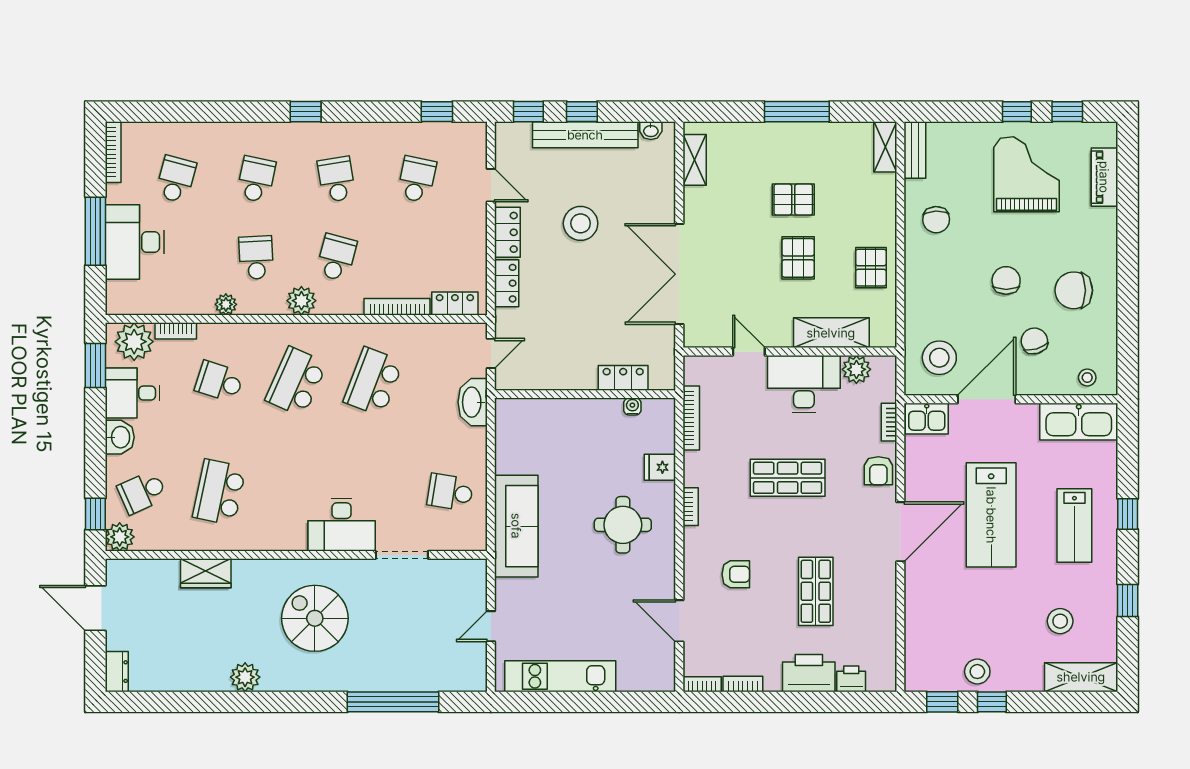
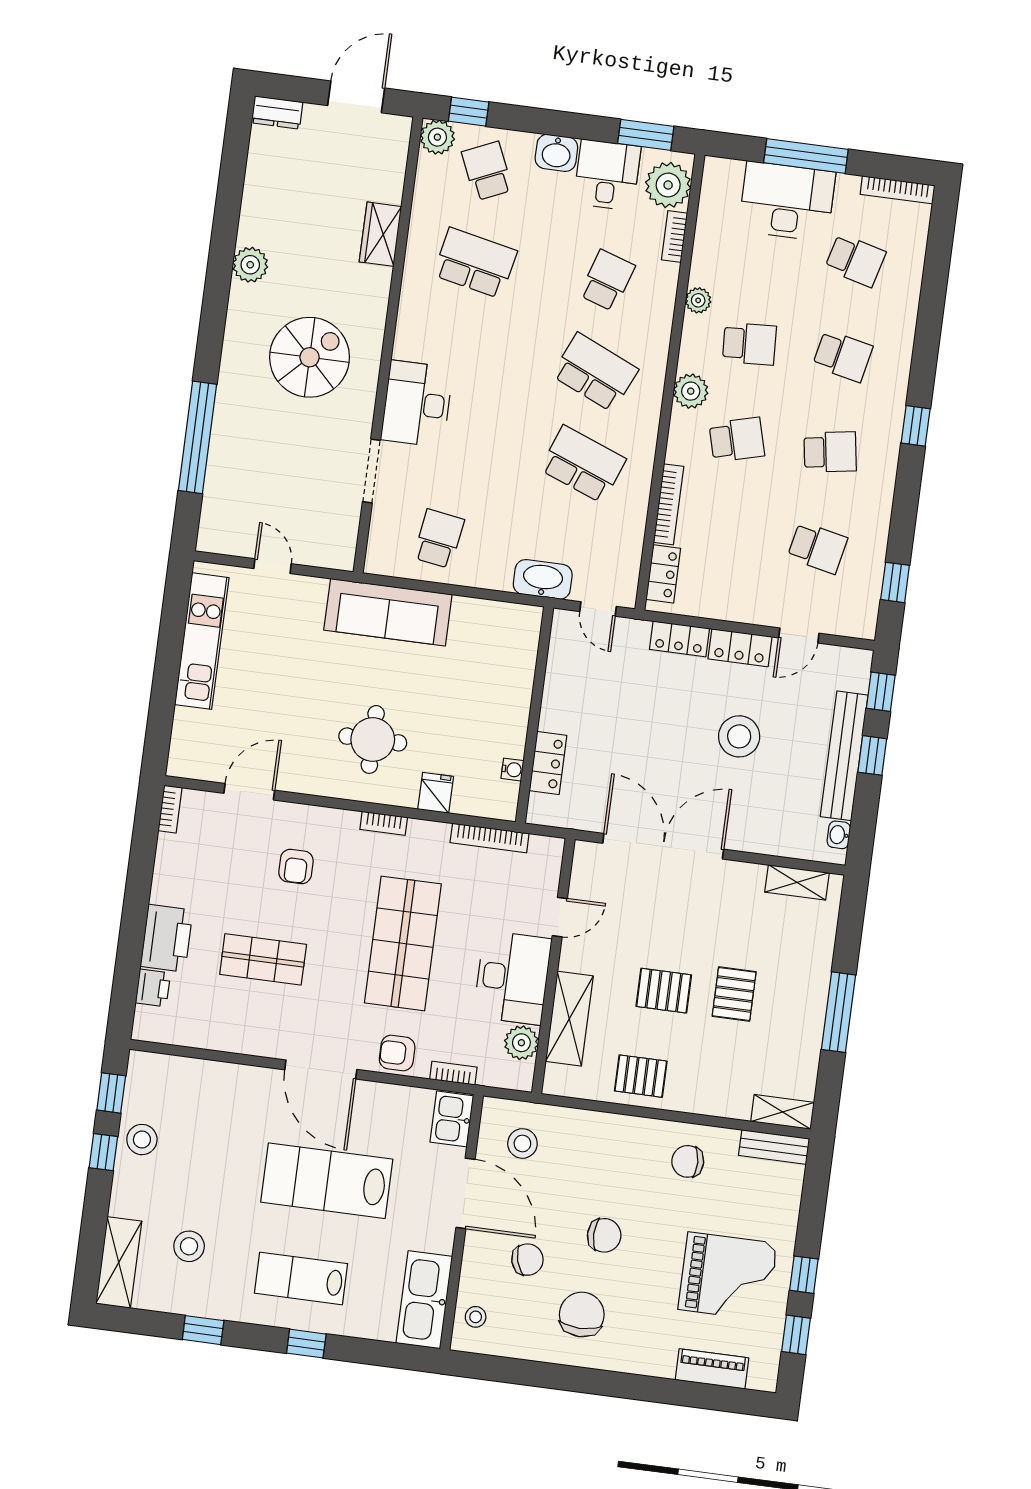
school desk: (336, 257) -> (737, 440), turned -30
stool: (939, 358) -> (522, 1143), width x0.73, depth x0.73
shop shelf: (788, 478) -> (403, 943), width x1.43, depth x1.36
bookcase: (743, 684) -> (164, 858), removed

